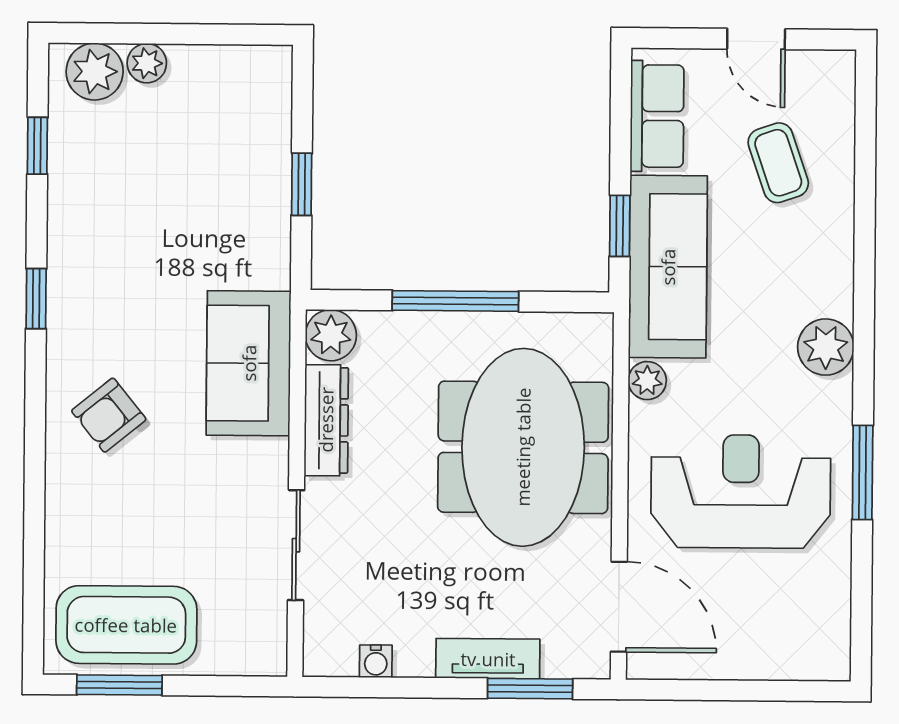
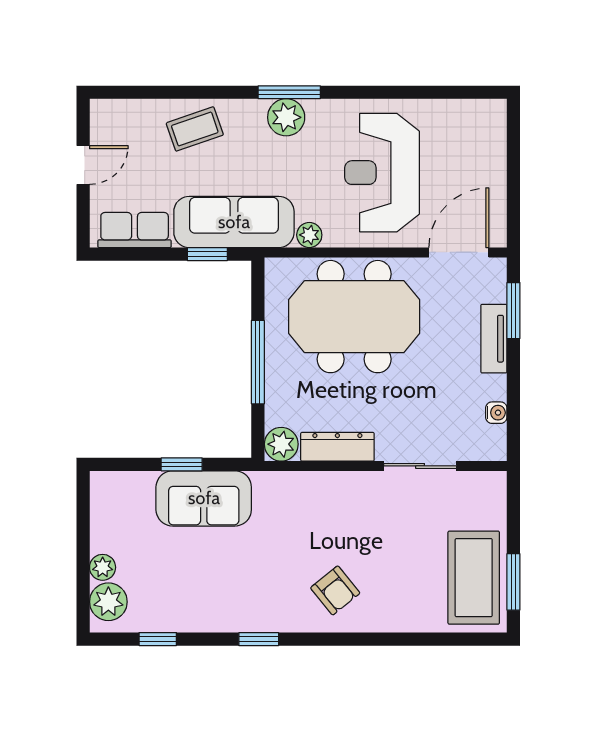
coffee table: (778, 163) -> (195, 129), moved
sofa: (249, 363) -> (204, 498), moved
window: (863, 473) -> (289, 92), moved

